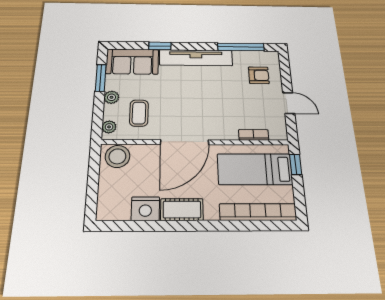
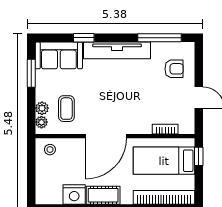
plant: (111, 97) -> (42, 108), moved
stool: (117, 156) -> (50, 150), width x0.53, depth x0.53

